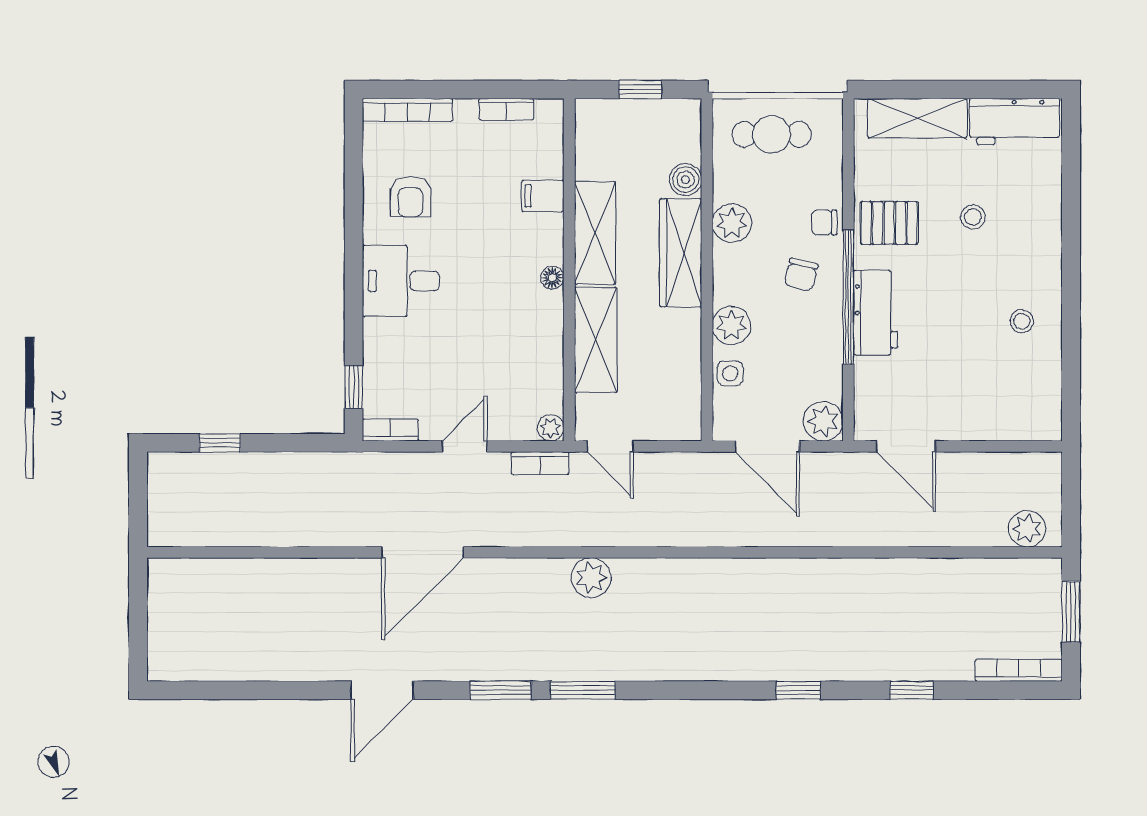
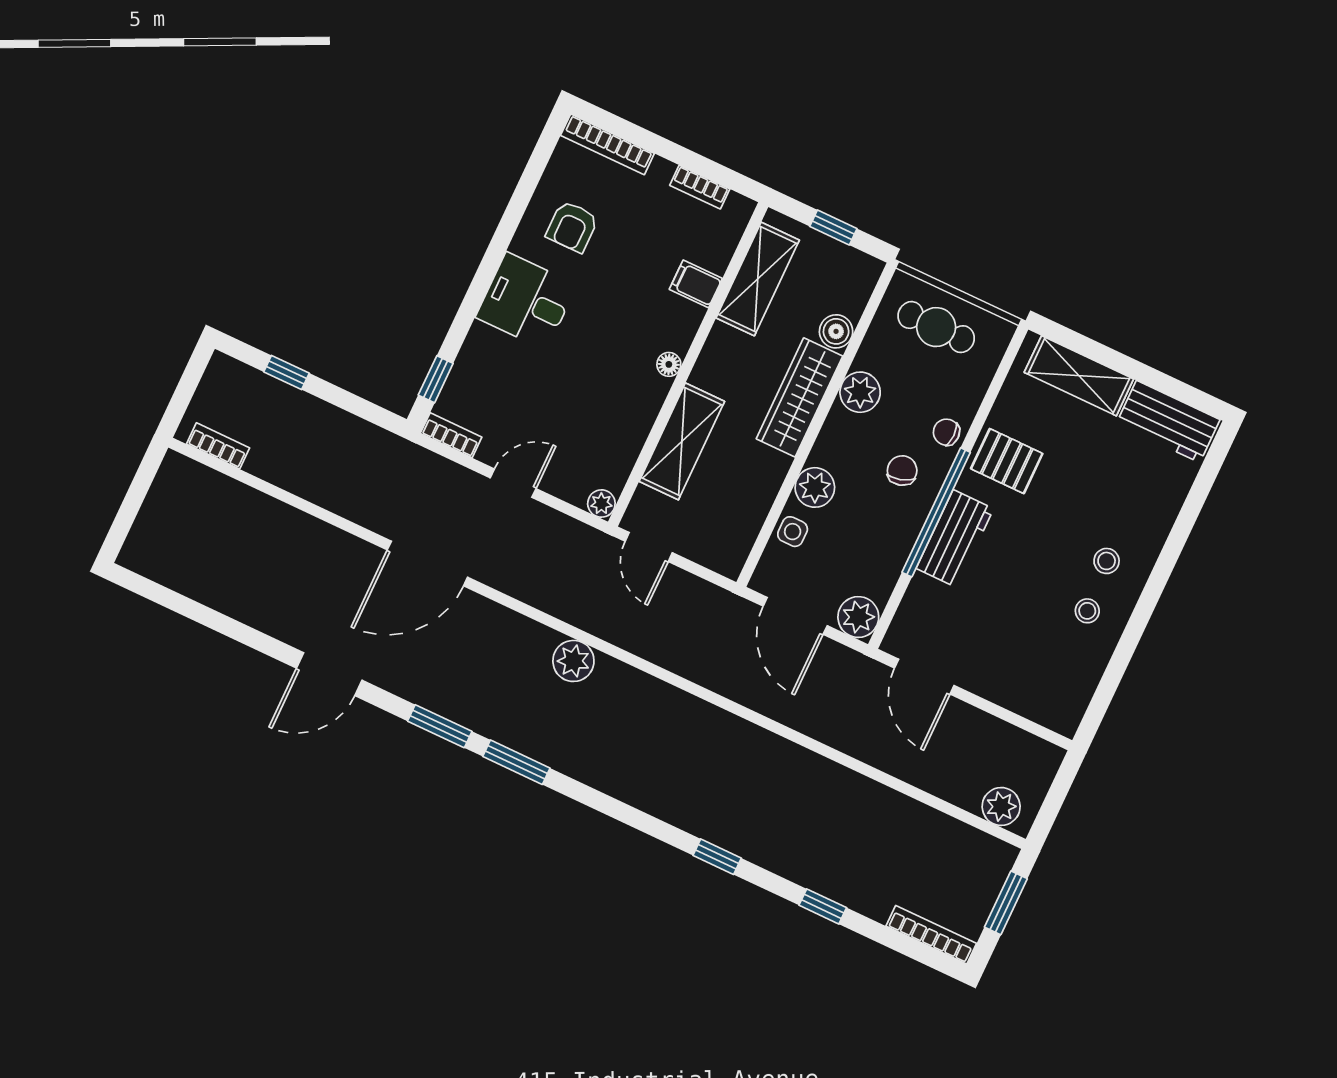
stool: (973, 217) -> (1107, 561), moved
shelving: (595, 233) -> (758, 279), moved
chair: (801, 274) -> (902, 471), turned 149
bookcase: (540, 463) -> (218, 446), moved, turned 180

